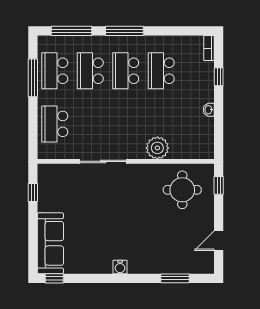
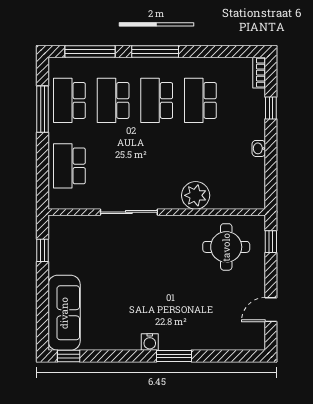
window: (175, 278) -> (174, 356), moved

